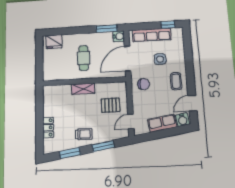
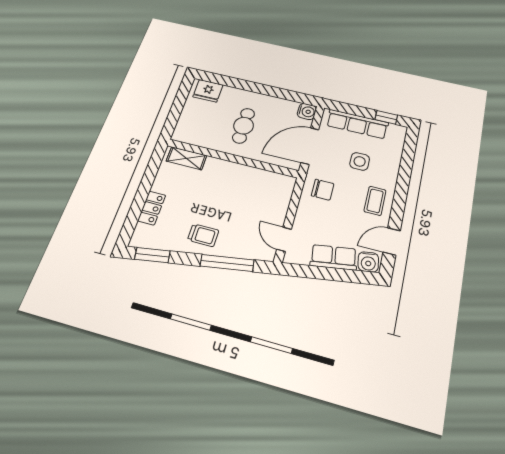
window: (106, 29) -> (292, 96), removed
shelving: (83, 89) -> (186, 158), moved
pallet: (111, 105) -> (261, 205), removed
door: (131, 122) -> (284, 239), hinge flipped
window: (103, 146) -> (227, 263), width x1.44
window: (70, 153) -> (152, 255), moved

